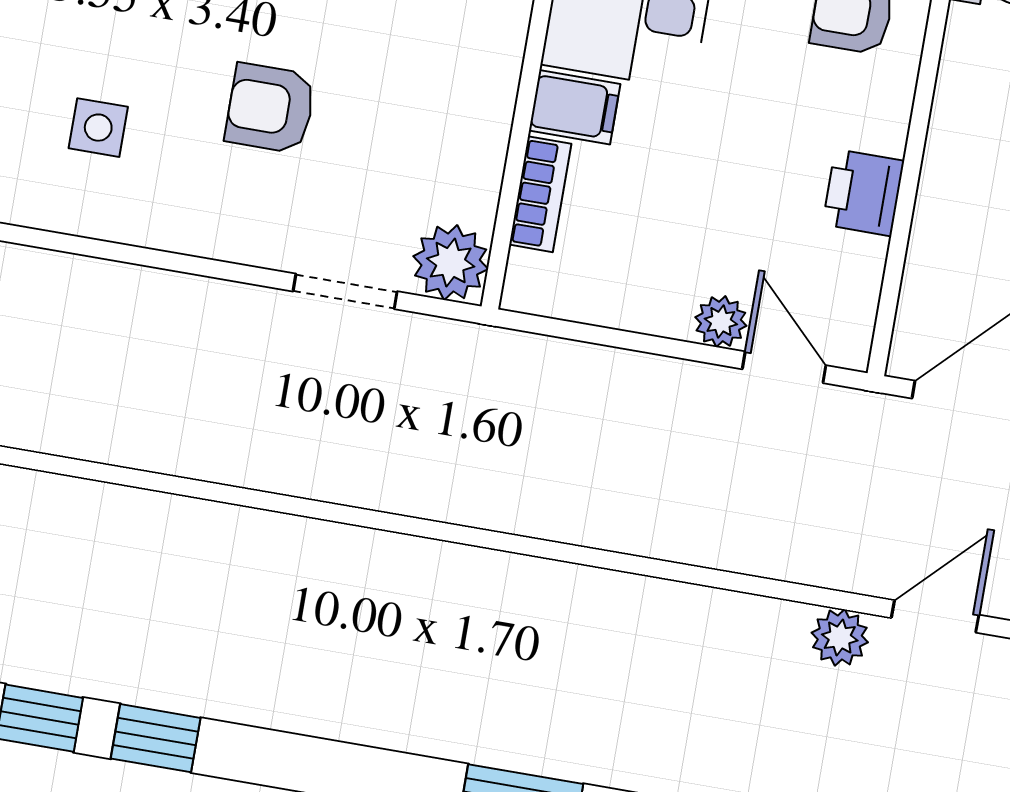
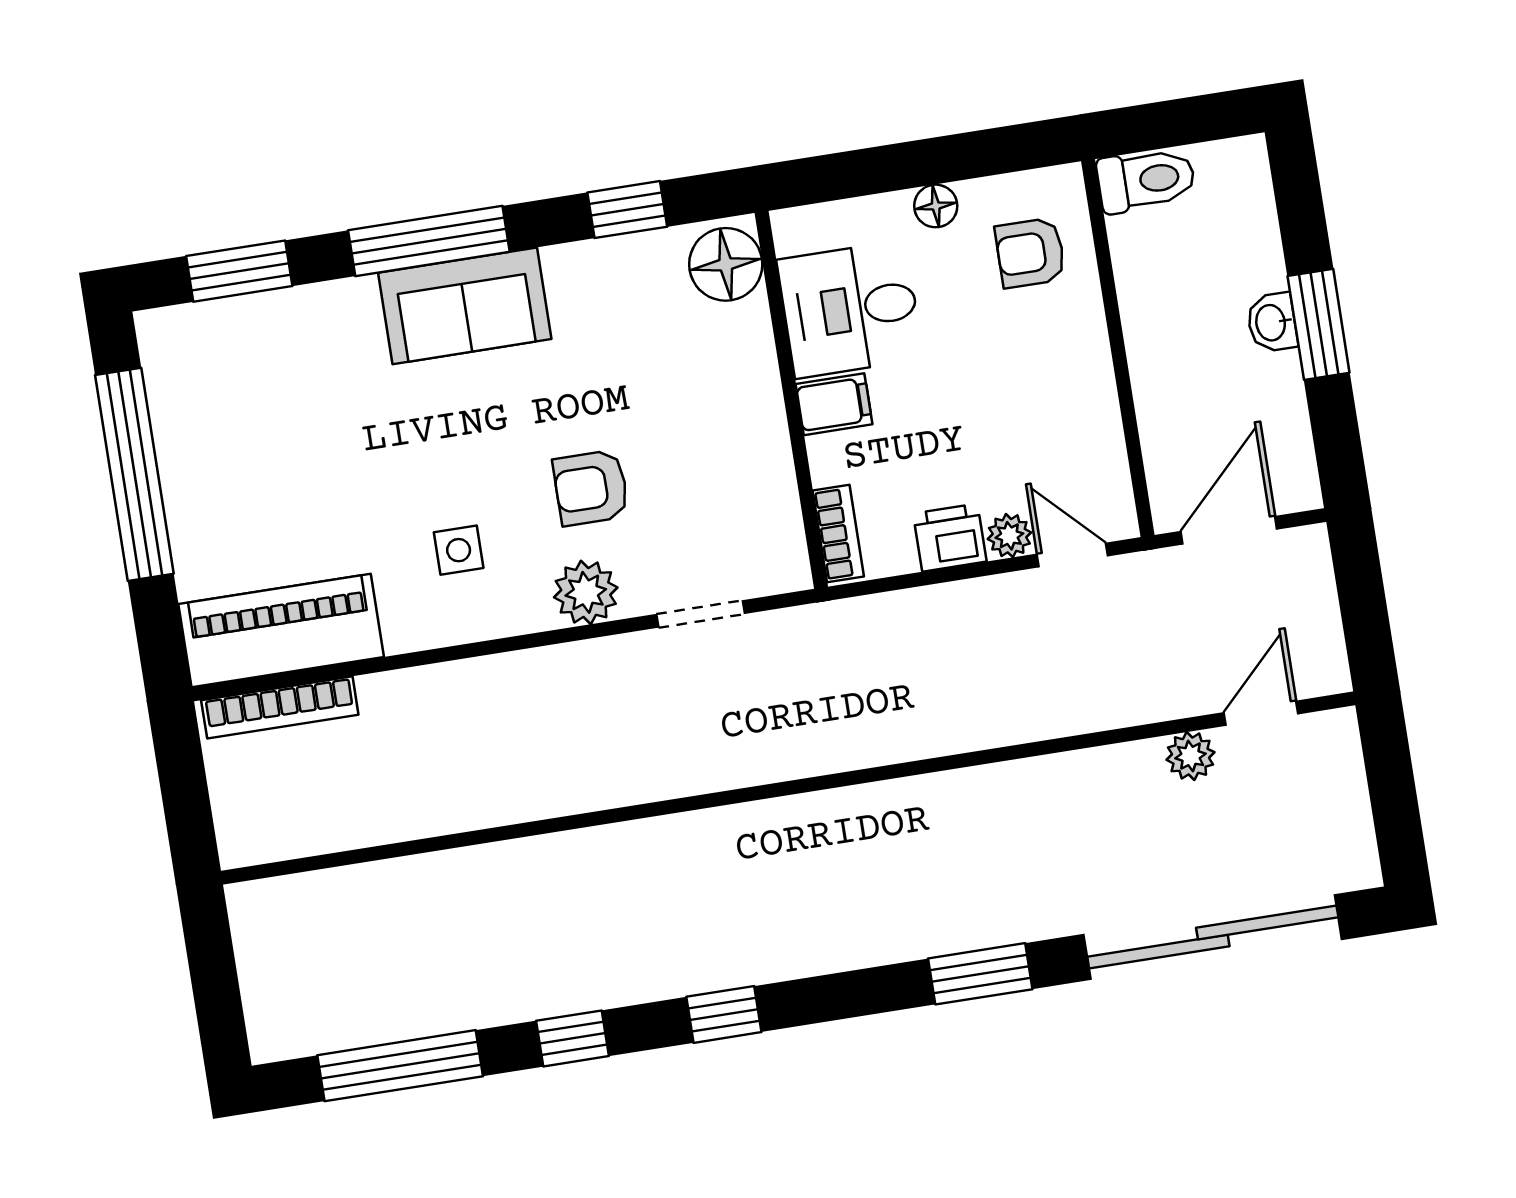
printer: (863, 193) -> (950, 537), moved, turned 90
bookcase: (540, 194) -> (838, 533), moved
plant: (451, 263) -> (586, 592), moved
window: (156, 738) -> (724, 1014), moved

